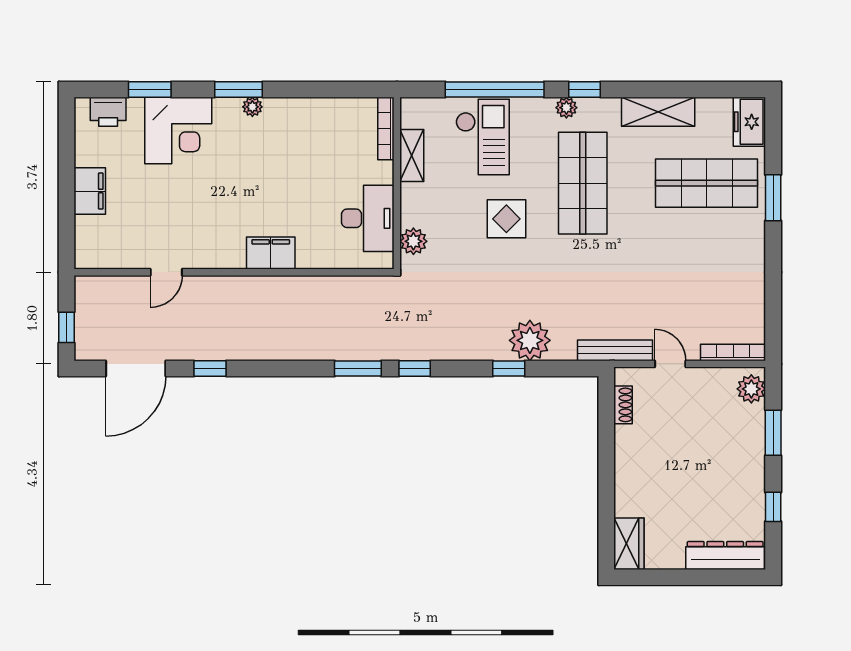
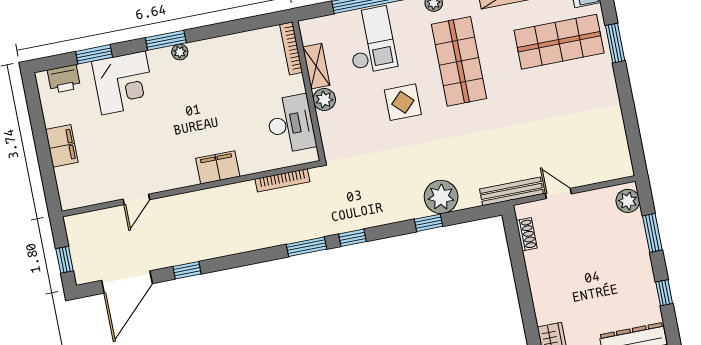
plant: (413, 241) -> (324, 99), moved
bookcase: (733, 353) -> (282, 180), moved, turned 180

